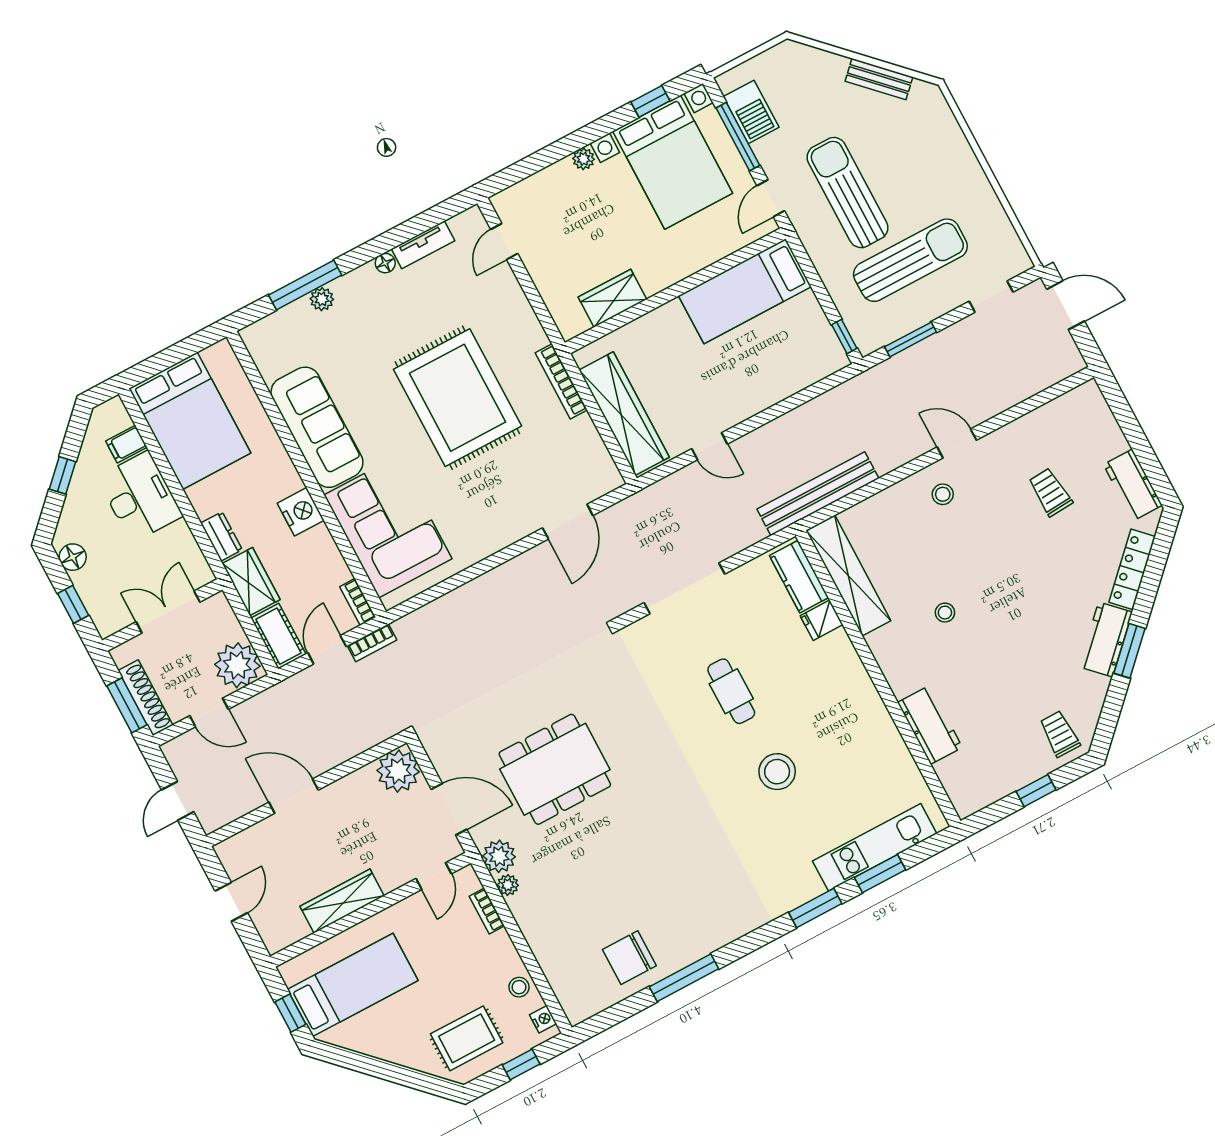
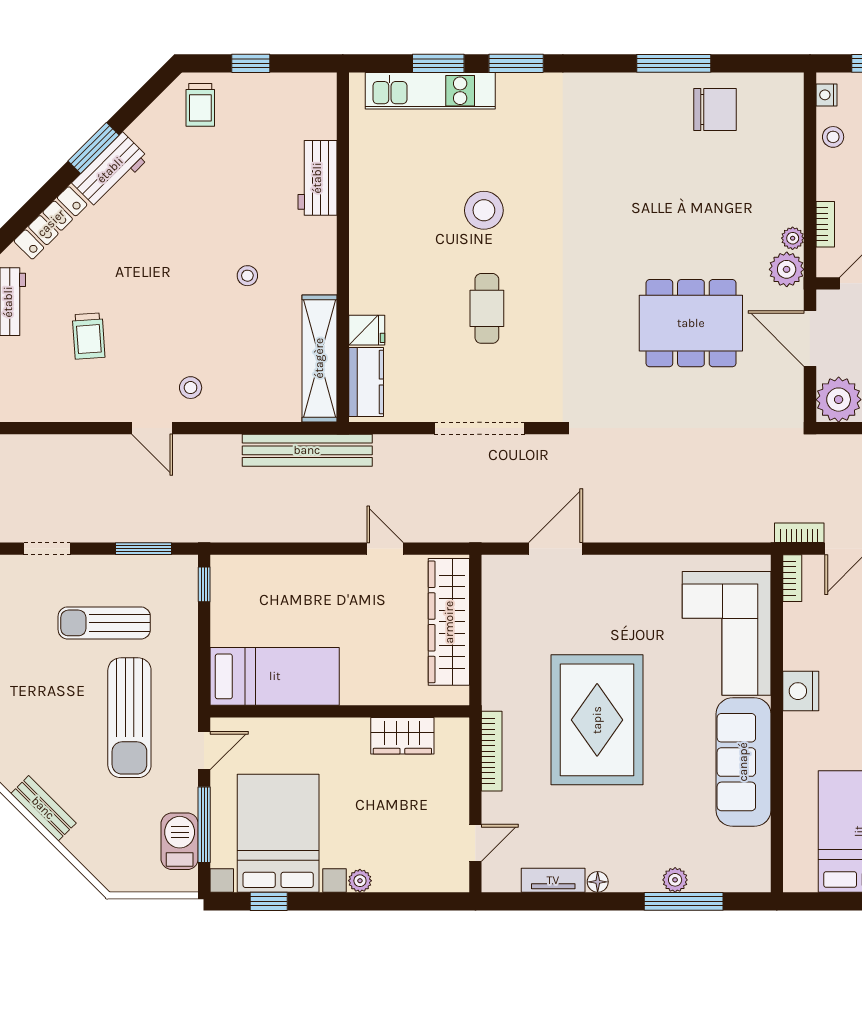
sun lounger: (910, 260) -> (104, 623), width x0.73, depth x0.75
bookcase: (561, 381) -> (492, 751), moved

